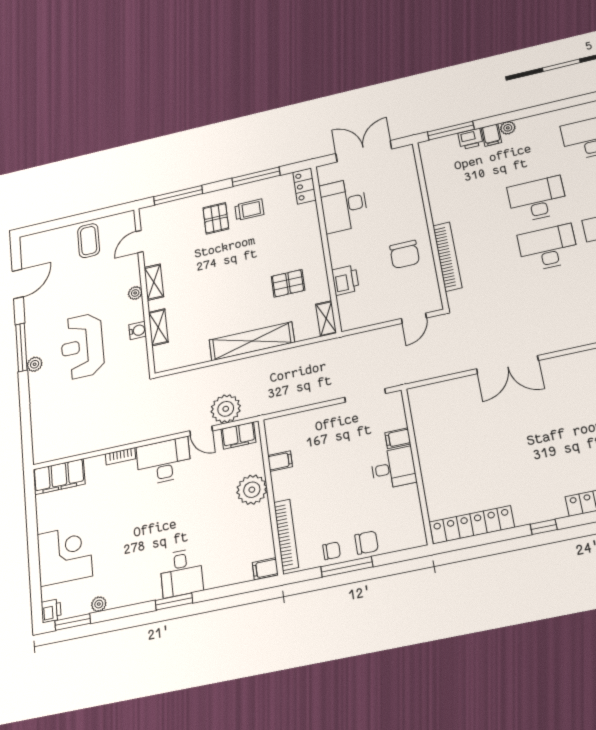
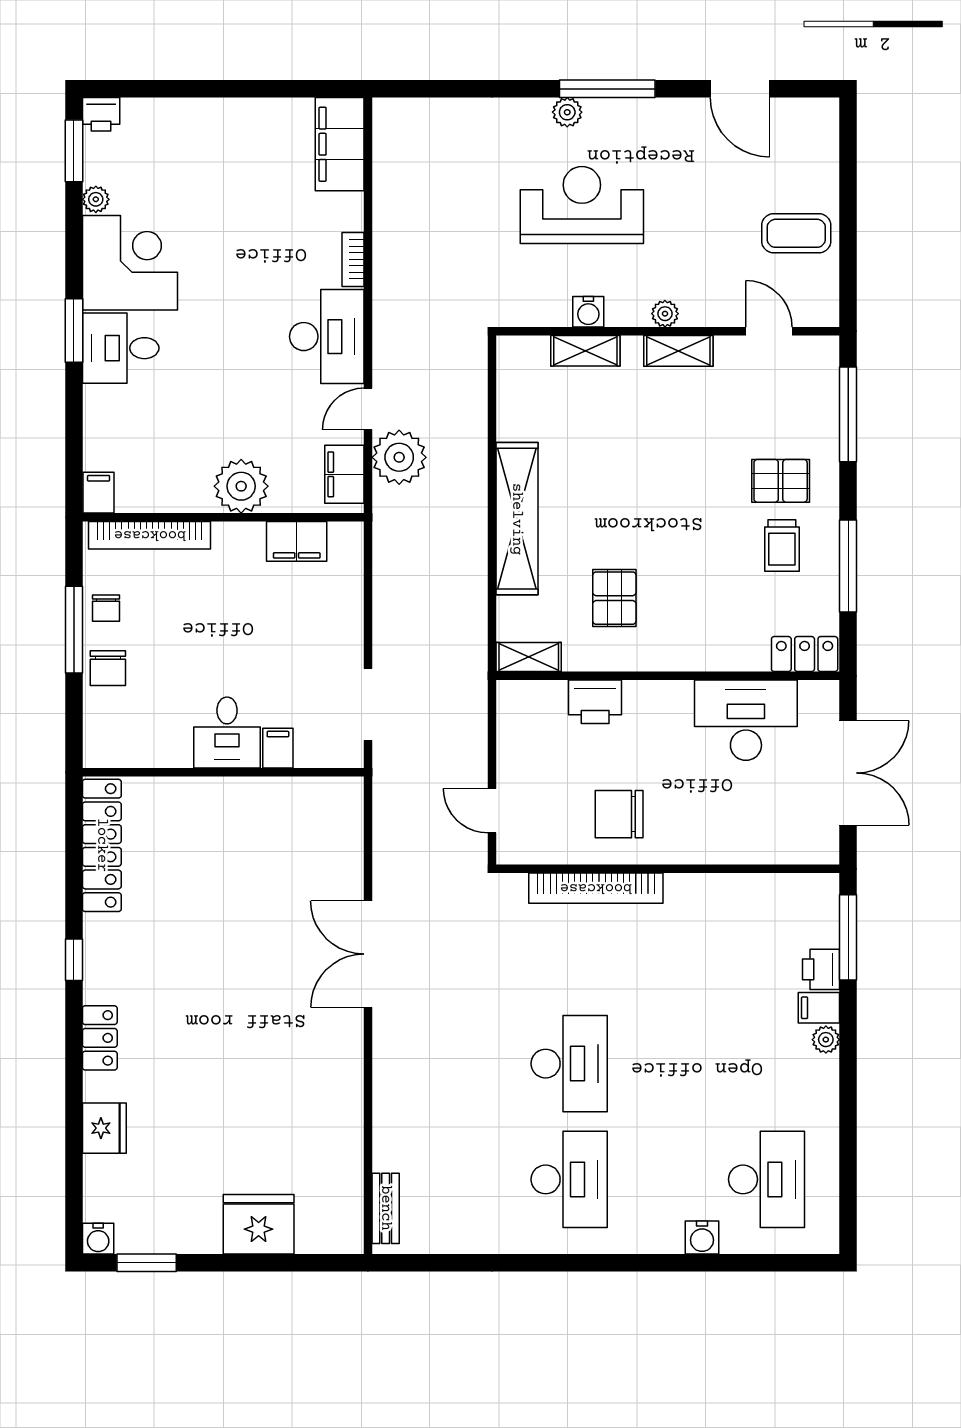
desk: (537, 199) -> (668, 1064), removed
filing cabinet: (280, 461) -> (297, 541), width x2.00
corner desk: (65, 555) -> (130, 263), moved, turned -90

